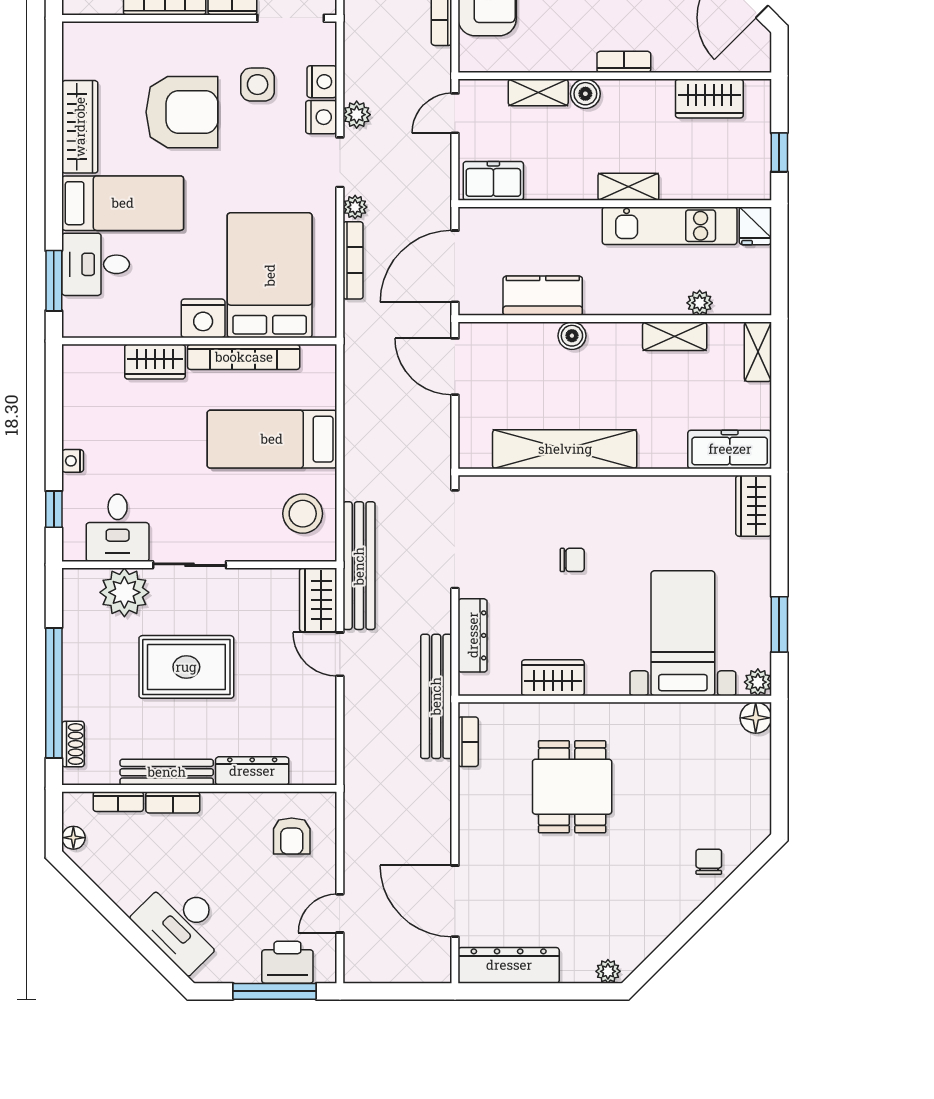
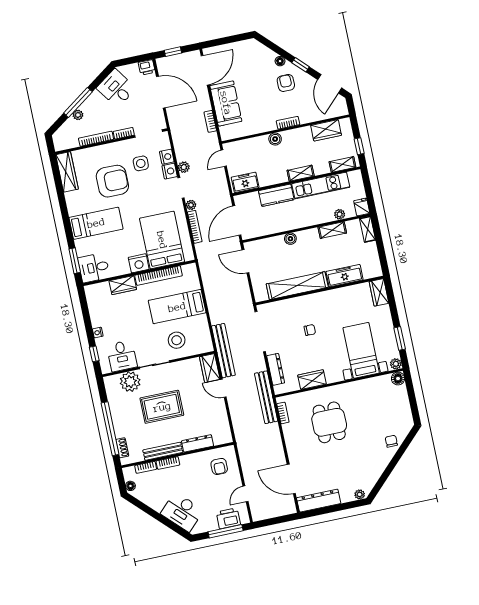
shelving: (538, 92) -> (342, 164), moved
wardrobe: (80, 127) -> (67, 172), moved
fridge: (755, 226) -> (362, 207), moved, turned 180
desk: (96, 264) -> (94, 268), moved
kitchen counter: (543, 296) -> (276, 195), moved, turned 180
freezer: (730, 449) -> (345, 276), moved
stool: (303, 514) -> (177, 340), moved

